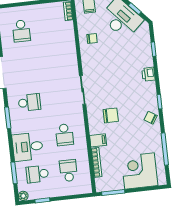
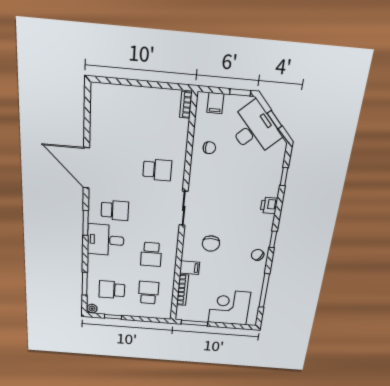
school desk: (21, 31) -> (157, 170), moved, turned -90
chair: (111, 115) -> (211, 244), turned 90
desk: (28, 147) -> (106, 240), moved

